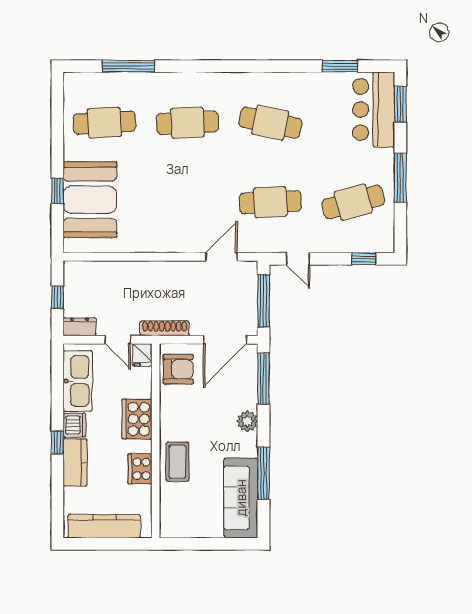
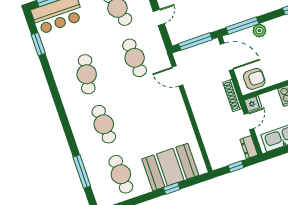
door: (298, 259) -> (159, 17), moved
armchair: (178, 369) -> (254, 79), turned 90
plant: (247, 421) -> (259, 31), moved

